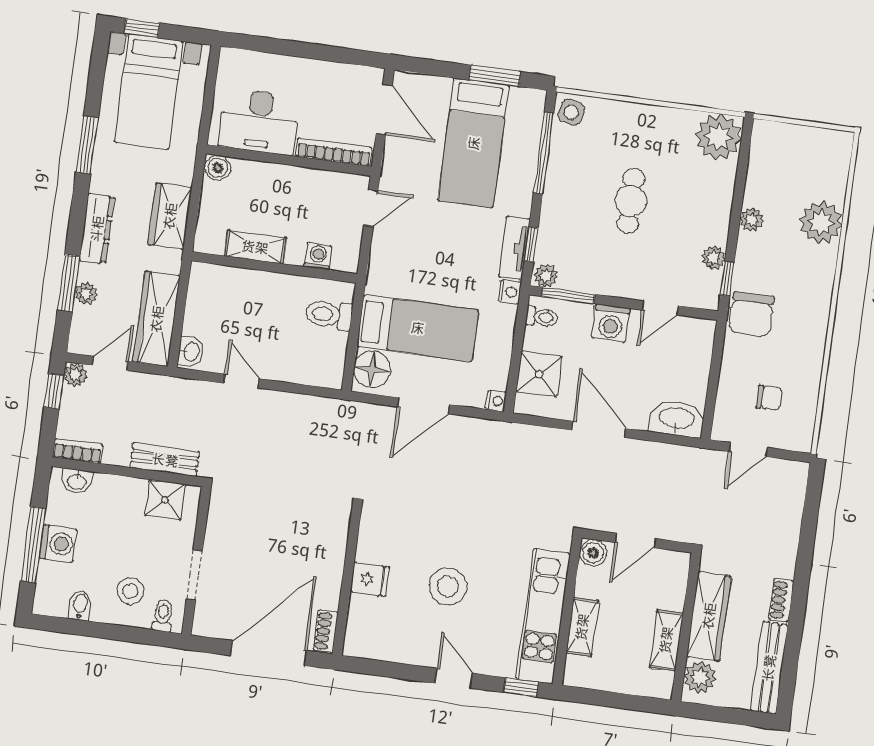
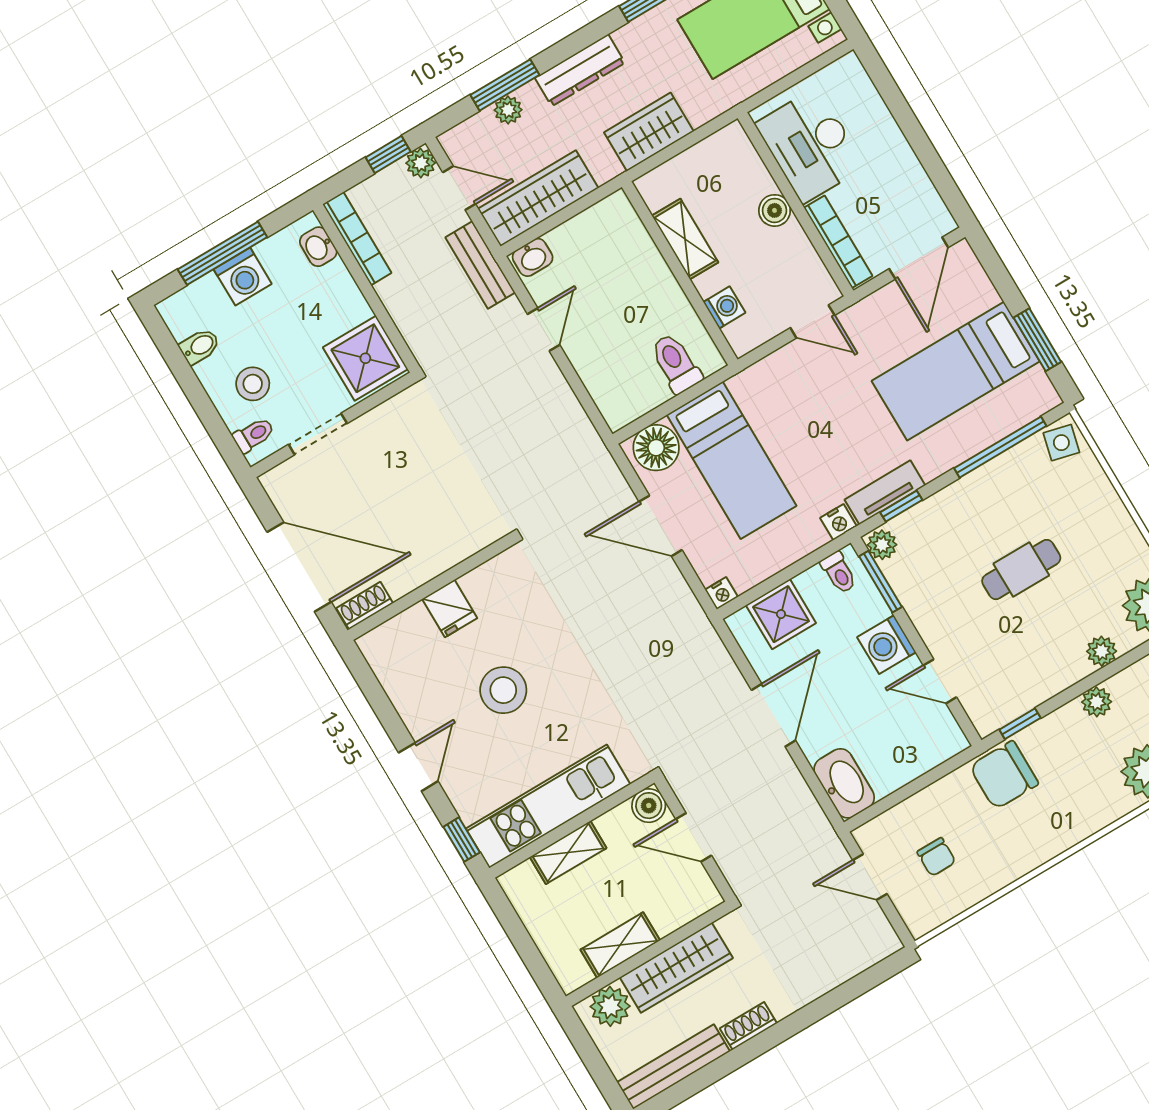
boiler: (218, 168) -> (775, 210), moved
plant: (713, 258) -> (1102, 651), moved
bookcase: (78, 451) -> (357, 239), width x1.56
bench: (165, 460) -> (480, 265), moved
shower: (165, 500) -> (365, 358), width x1.36, depth x1.36

